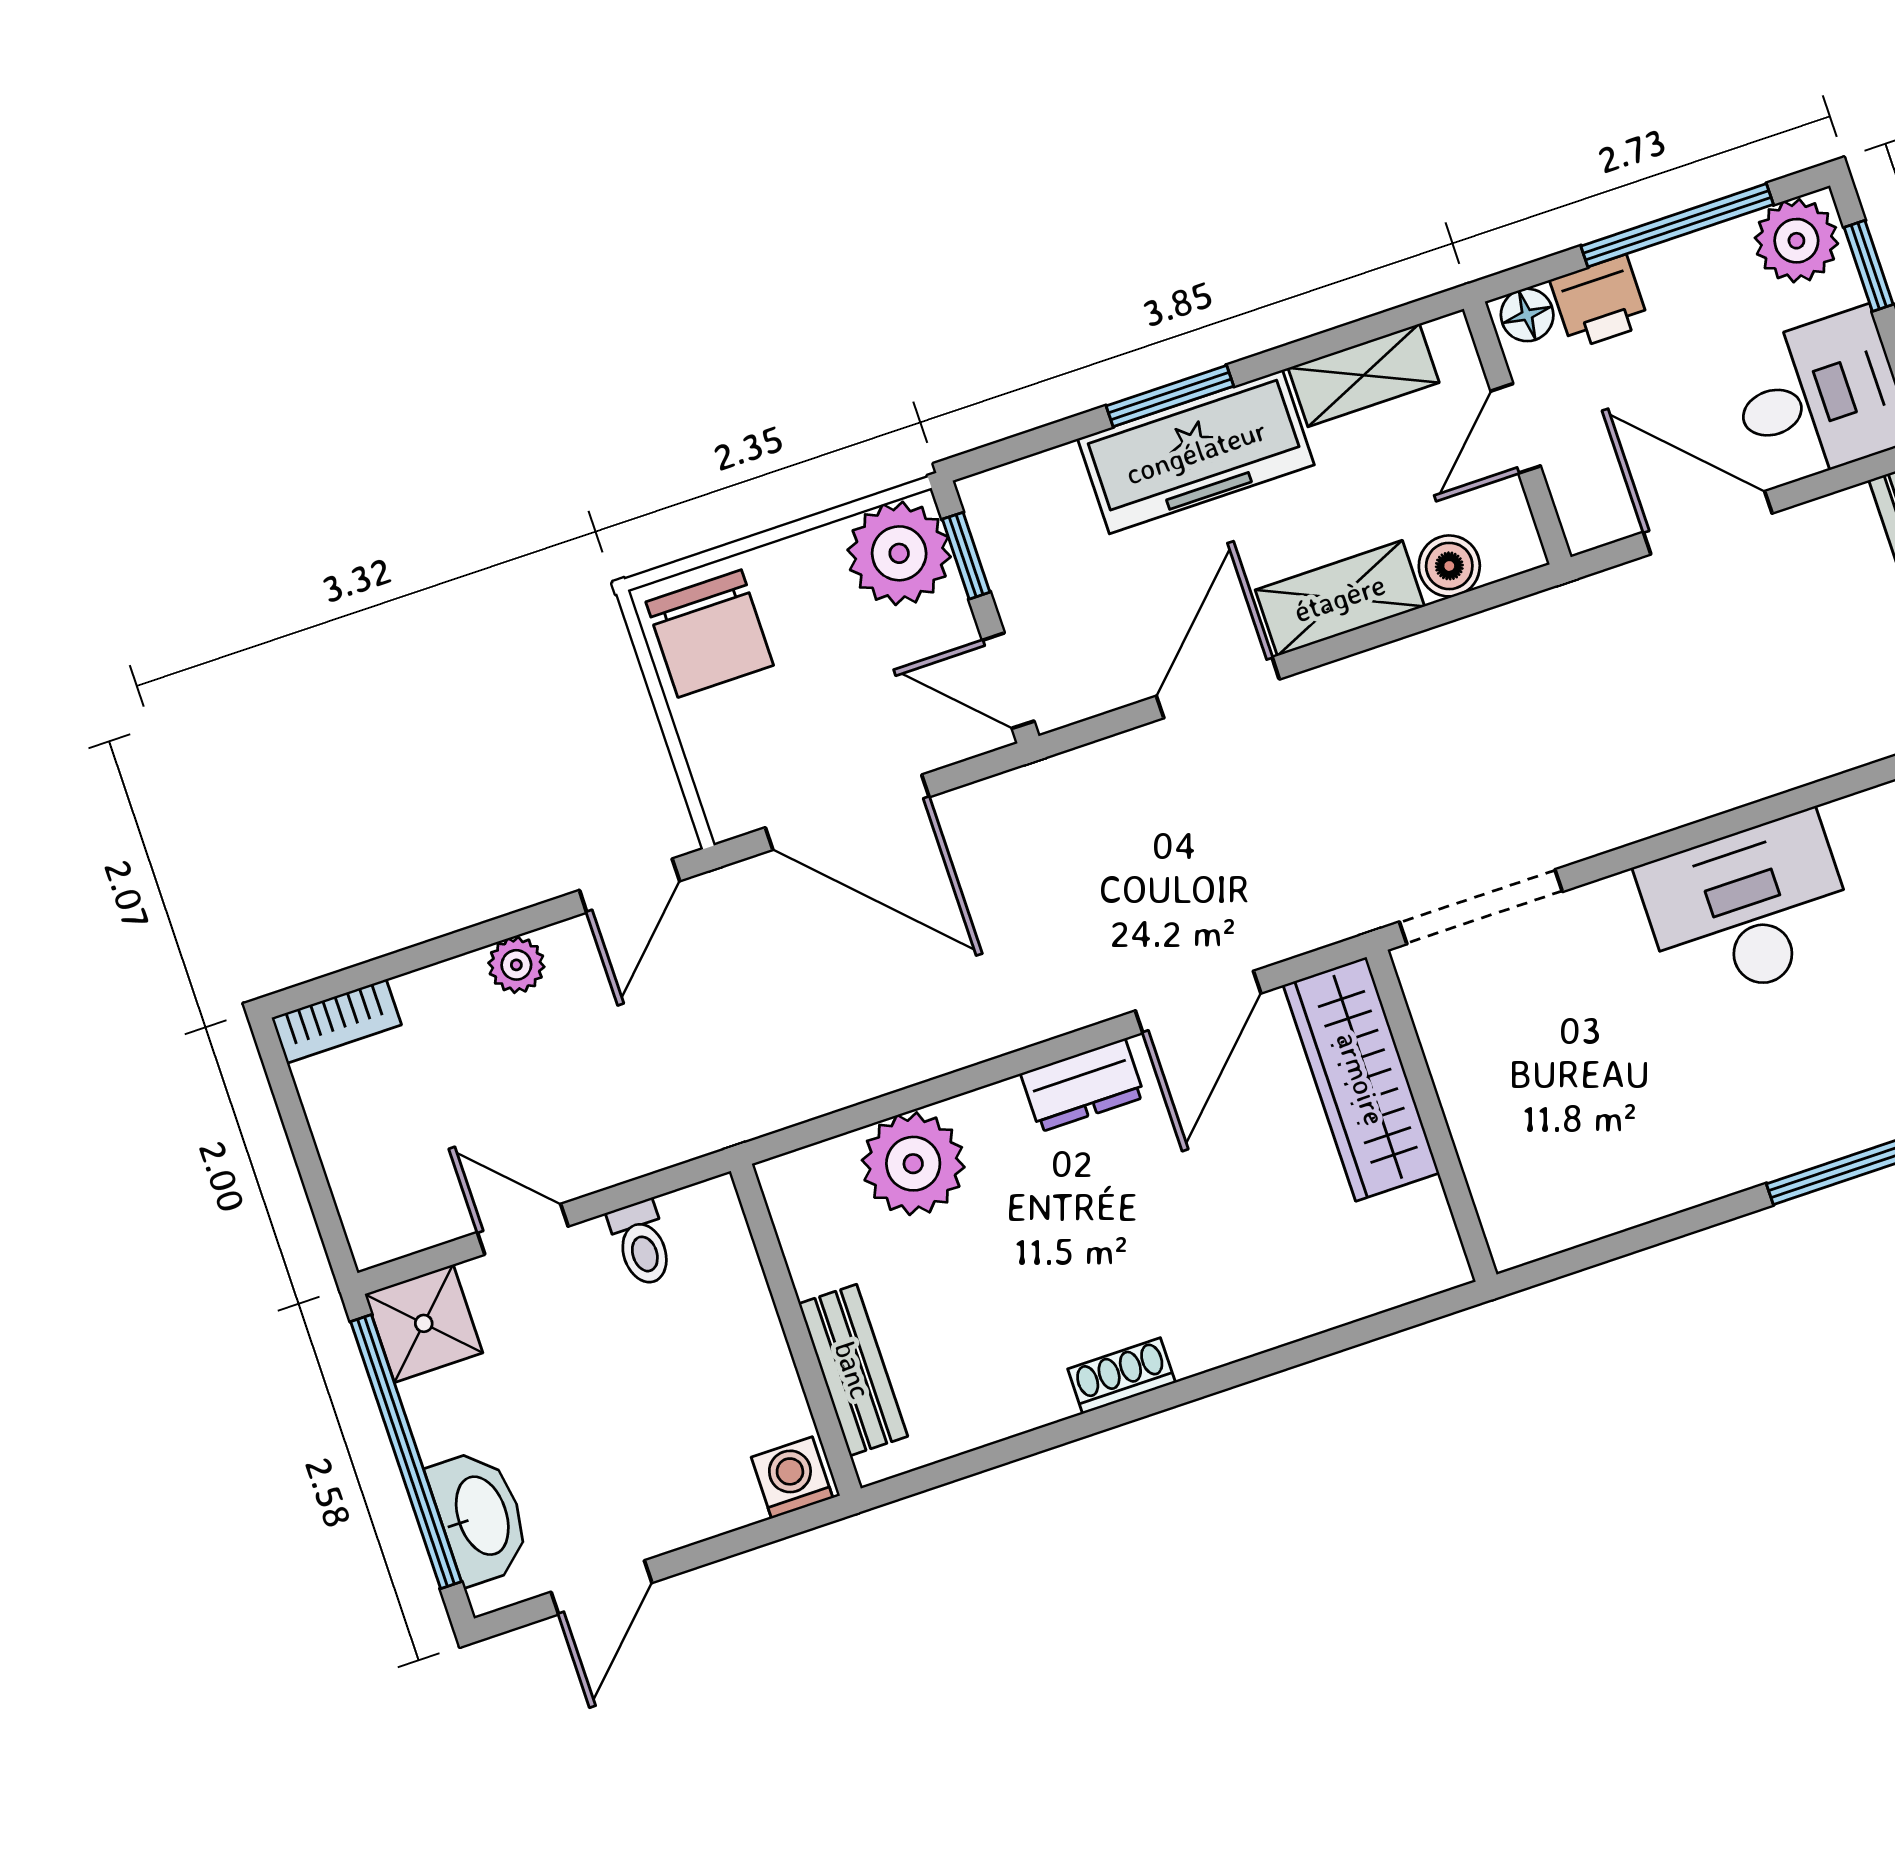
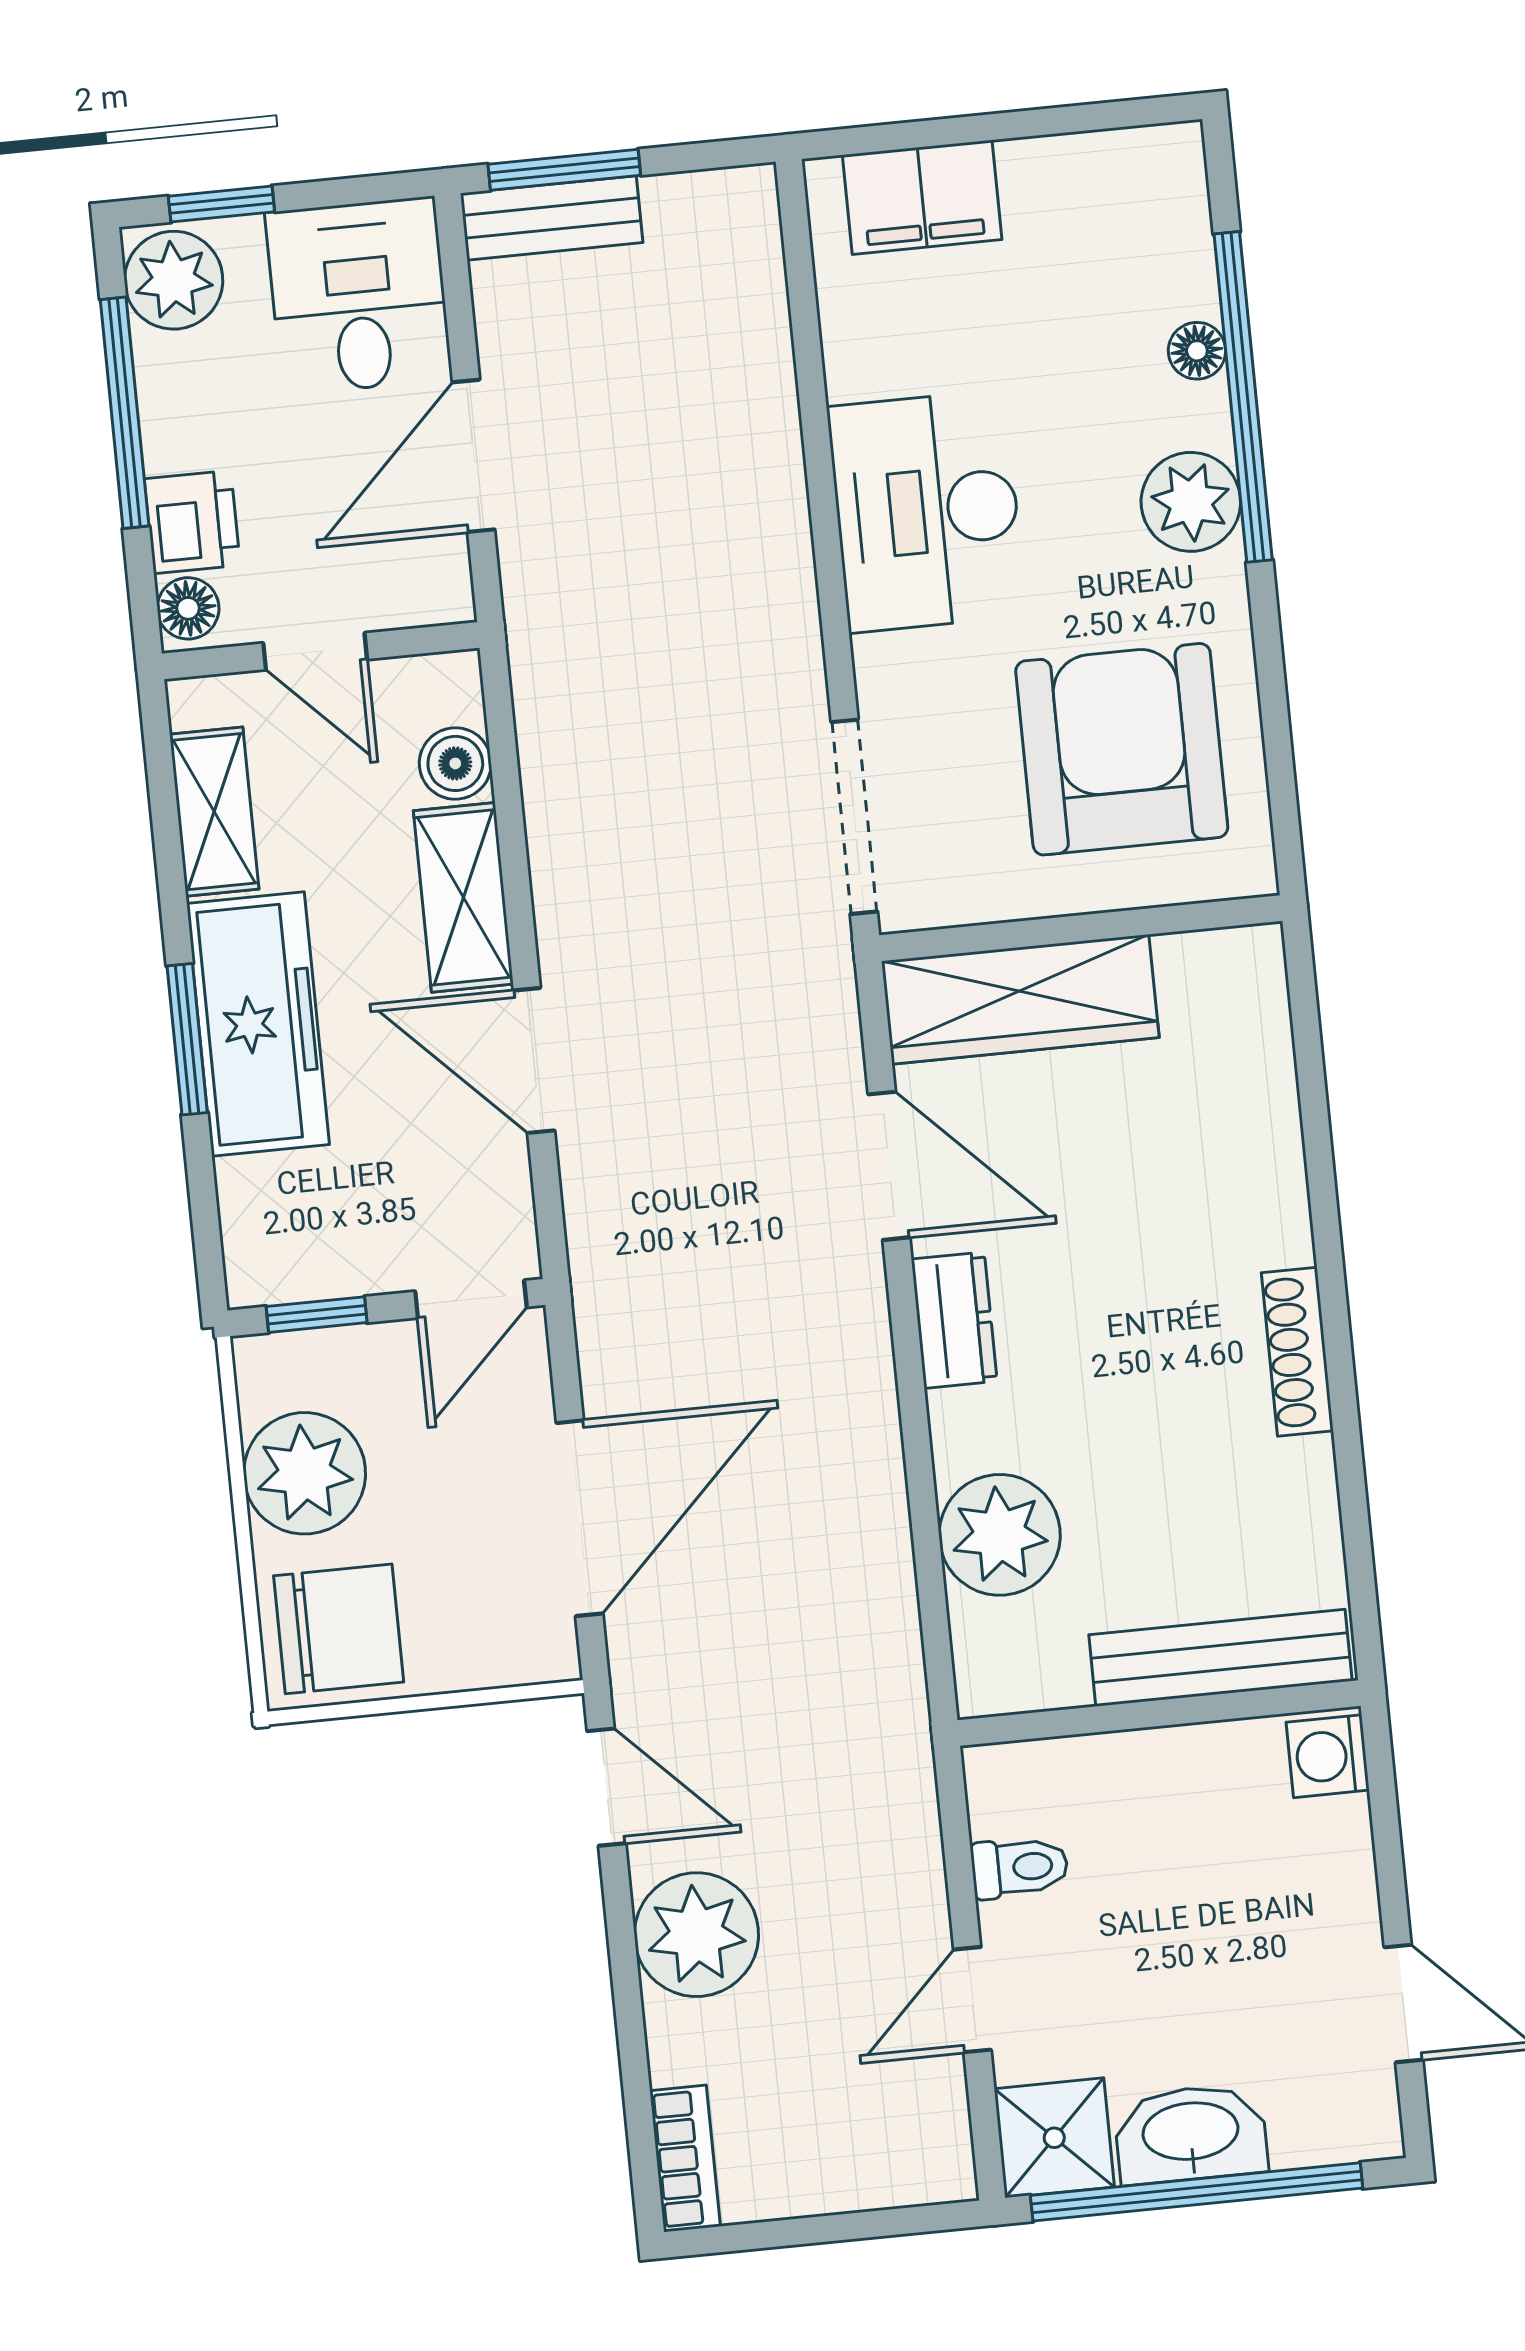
plant: (899, 553) -> (305, 1473), moved
plant: (516, 965) -> (696, 1935), width x1.88, depth x1.88
armchair: (1588, 1116) -> (1122, 749), added
plant: (1806, 1126) -> (1191, 502), added
bench: (853, 1370) -> (1220, 1658), width x1.36
shoe rack: (1122, 1376) -> (1297, 1352), width x1.43
washbasin: (480, 1516) -> (1191, 2134), moved

